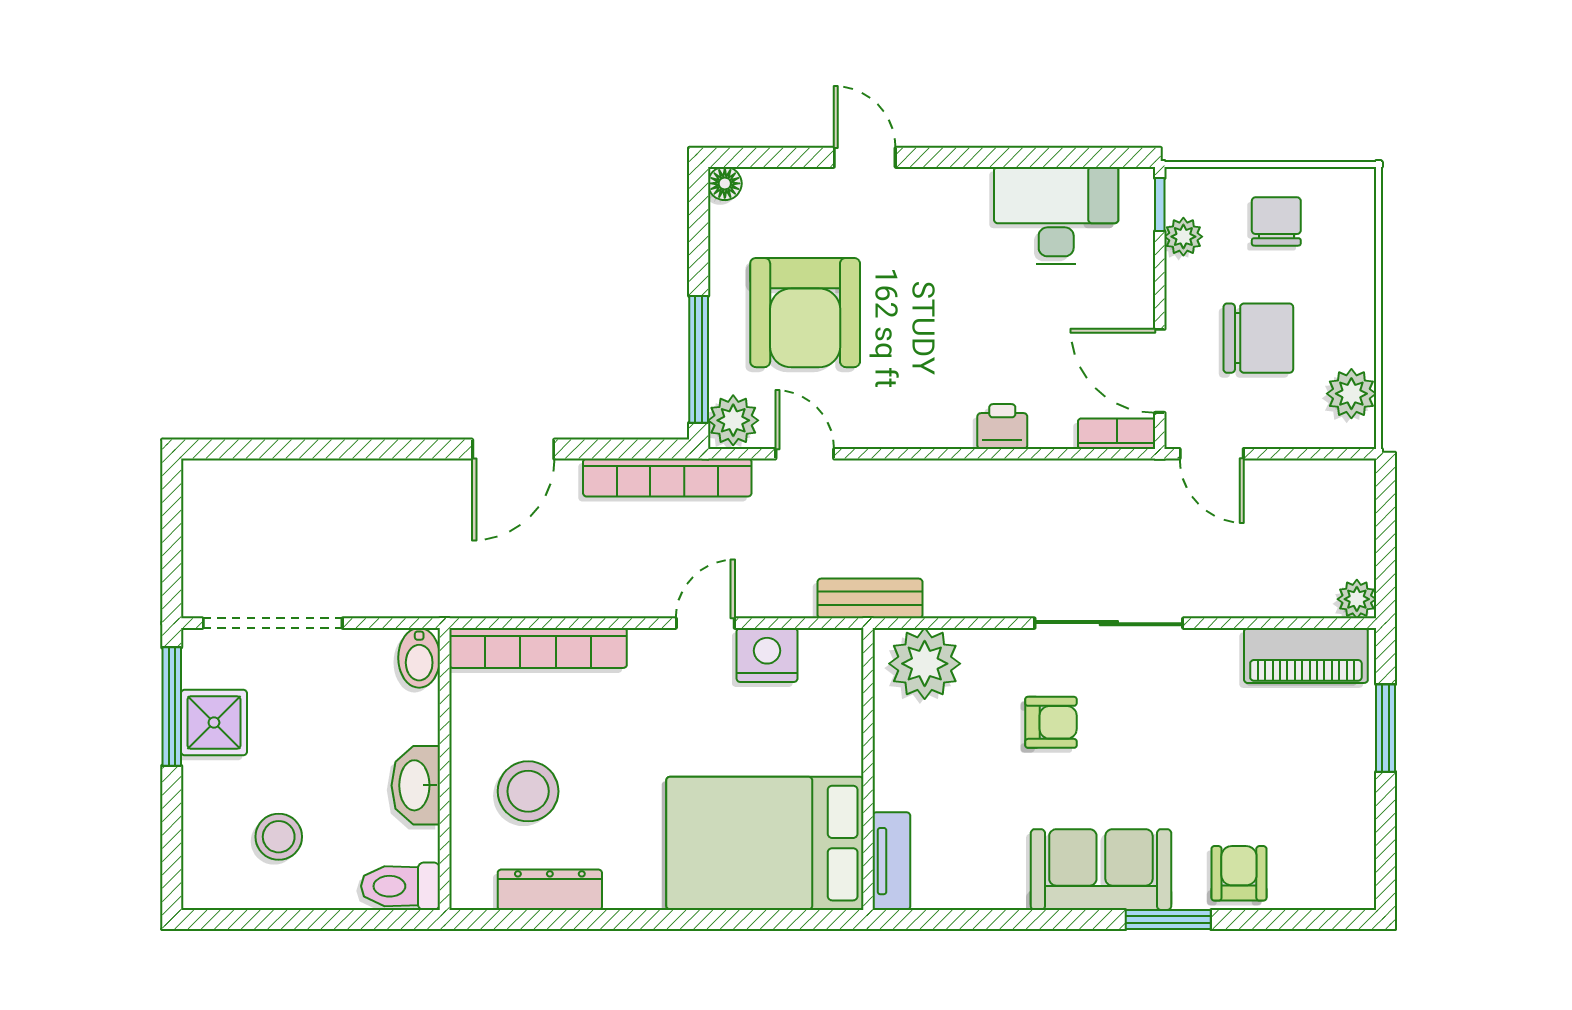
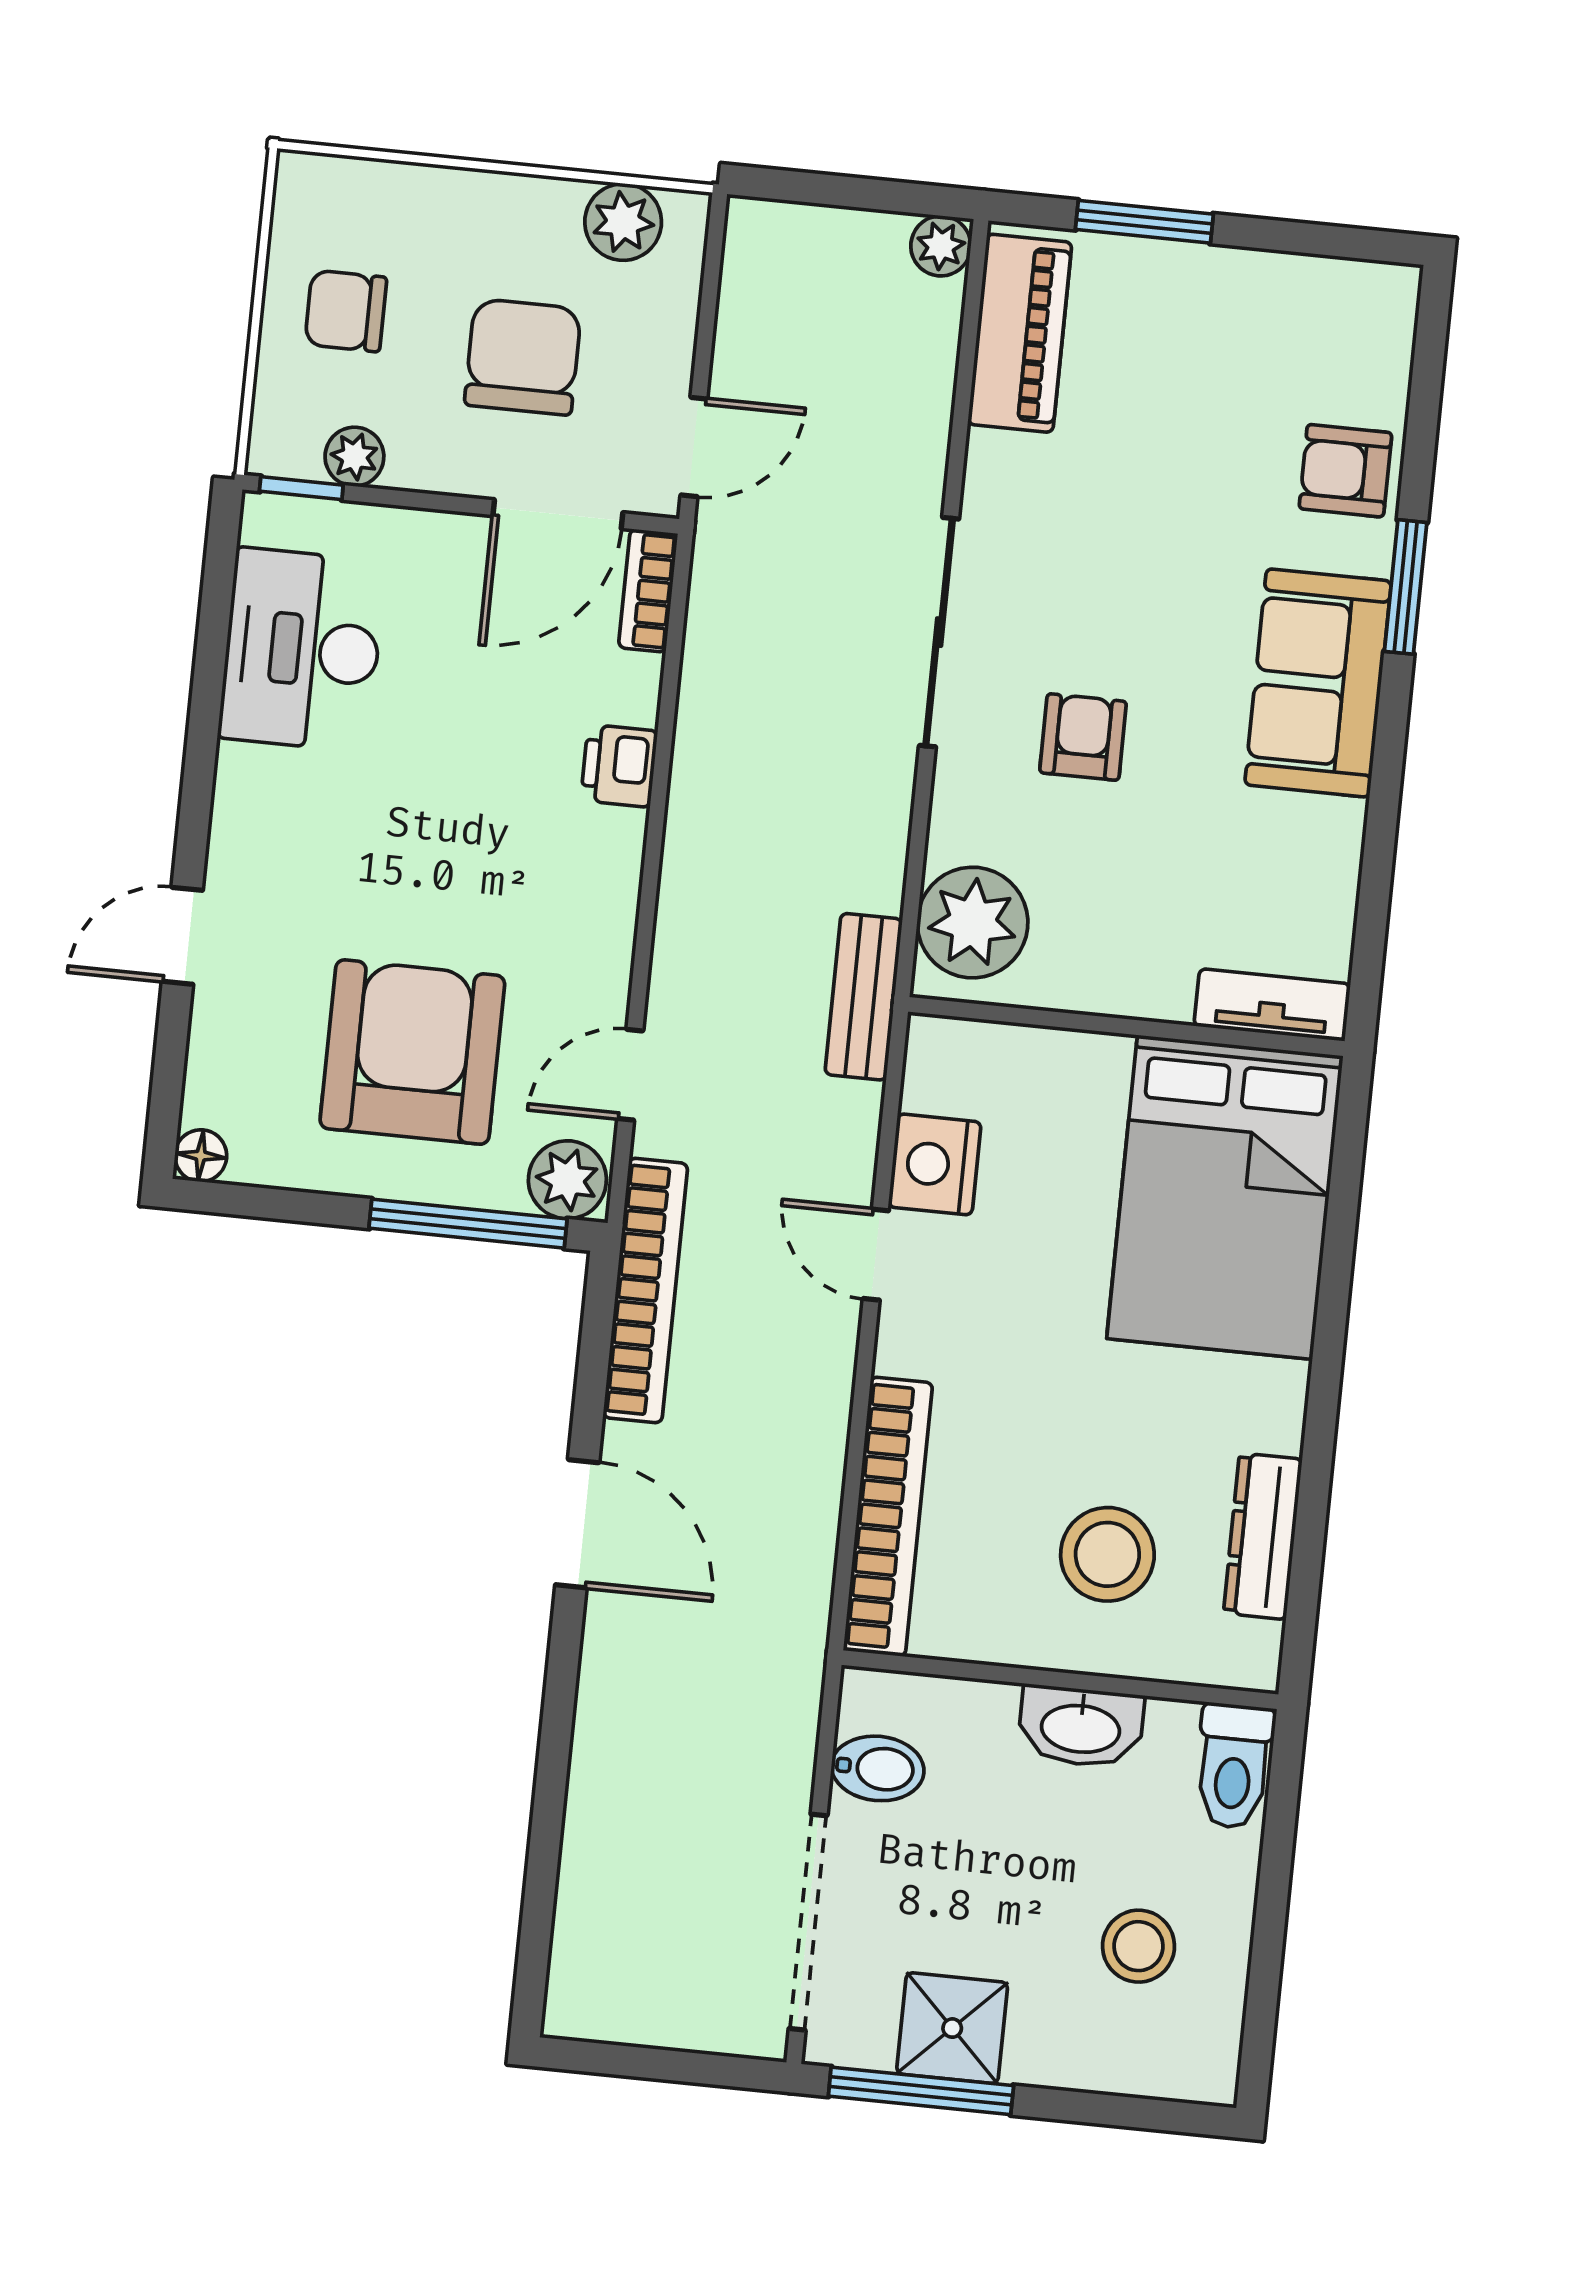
armchair: (805, 313) -> (412, 1052), turned -90
bidet: (419, 658) -> (878, 1768), moved

